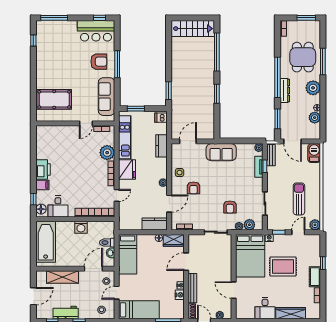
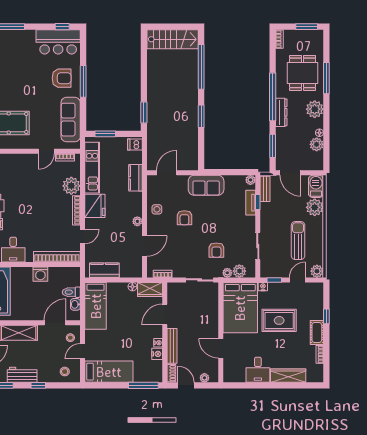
plant: (313, 171) -> (315, 207), added
armchair: (193, 188) -> (184, 218), moved
kitchen counter: (155, 224) -> (104, 270), moved

